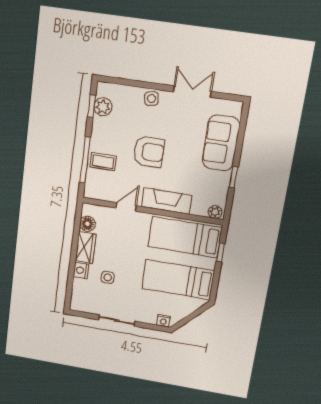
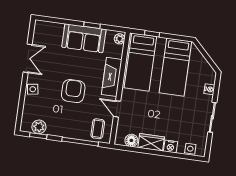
double door: (192, 92) -> (28, 58), swing flipped
sofa: (221, 143) -> (84, 38), moved
coffee table: (103, 162) -> (98, 129), moved
side table: (108, 277) -> (190, 149), moved
nightstand: (163, 321) -> (209, 89), moved

